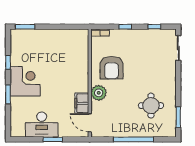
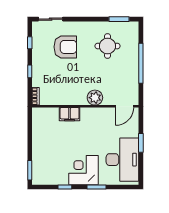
armchair: (111, 68) -> (65, 47), moved
filing cabinet: (82, 103) -> (70, 114), moved
desk: (42, 125) -> (122, 160), width x1.36, depth x1.30

